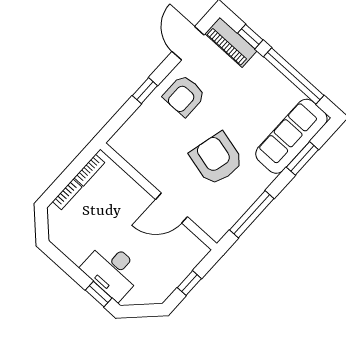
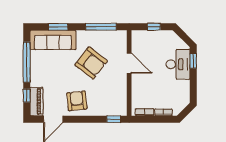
window: (145, 91) -> (114, 119), moved
armchair: (184, 96) -> (77, 101), turned -96
armchair: (217, 159) -> (91, 63), turned -66

